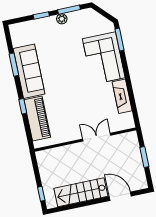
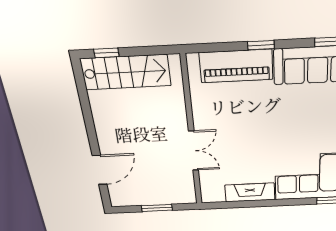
stairs: (81, 192) -> (126, 72), moved, turned 90

